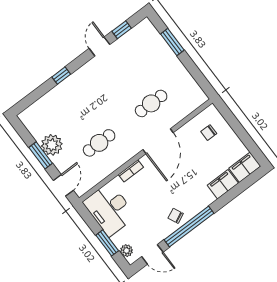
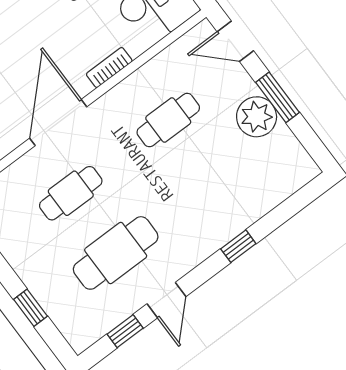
window: (172, 42) -> (30, 308), width x0.67
cafe table: (127, 72) -> (116, 253), added
door: (63, 185) -> (235, 41), hinge flipped

